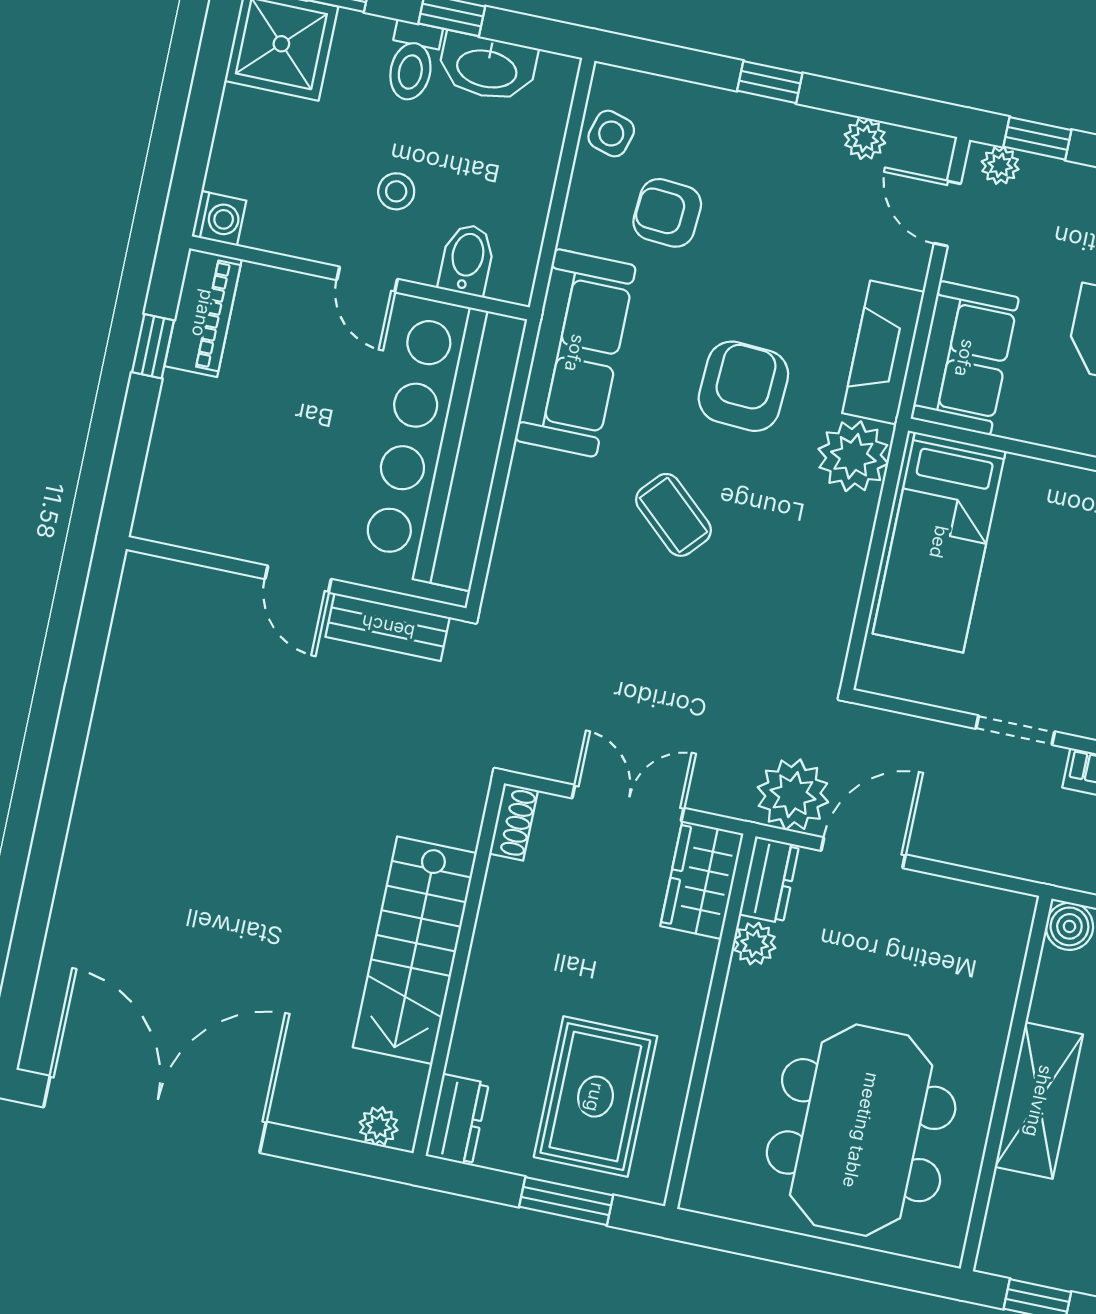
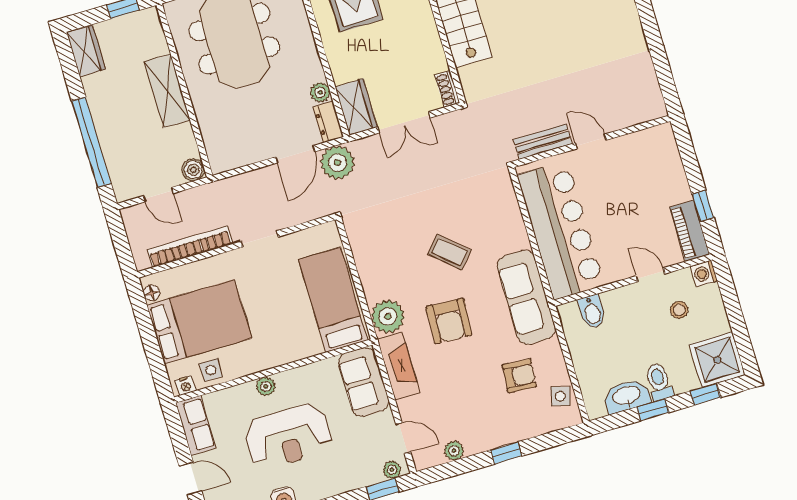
stool: (396, 191) -> (679, 310), moved
door: (367, 279) -> (651, 275), moved

